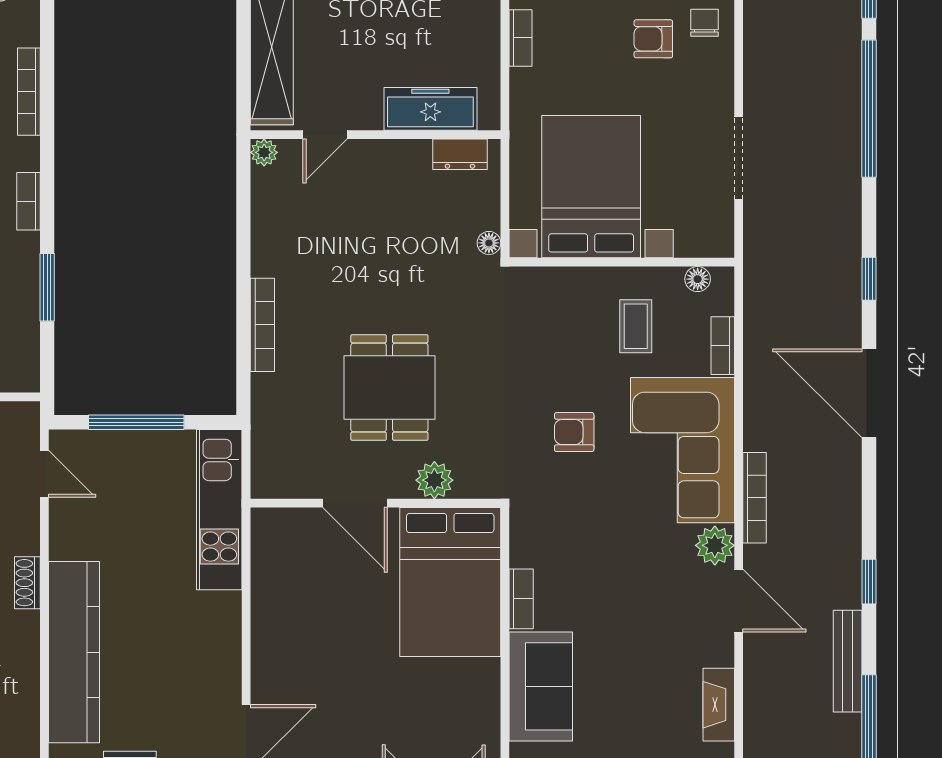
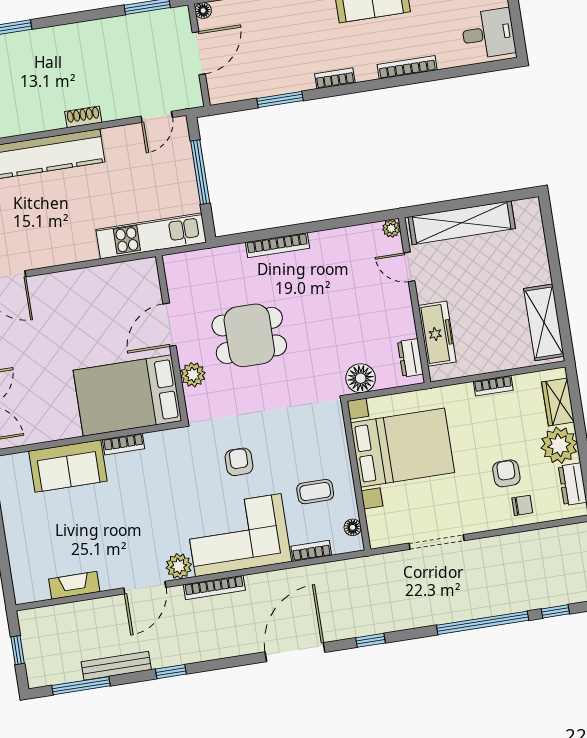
floor lamp: (489, 243) -> (361, 378), width x1.89, depth x1.89

